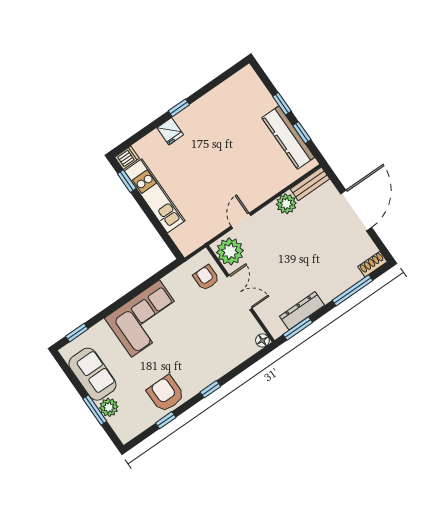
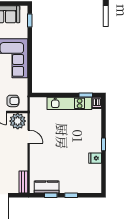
fridge: (170, 131) -> (95, 158), moved
kitchen counter: (288, 138) -> (47, 187), width x0.67
plant: (286, 204) -> (22, 164), removed

